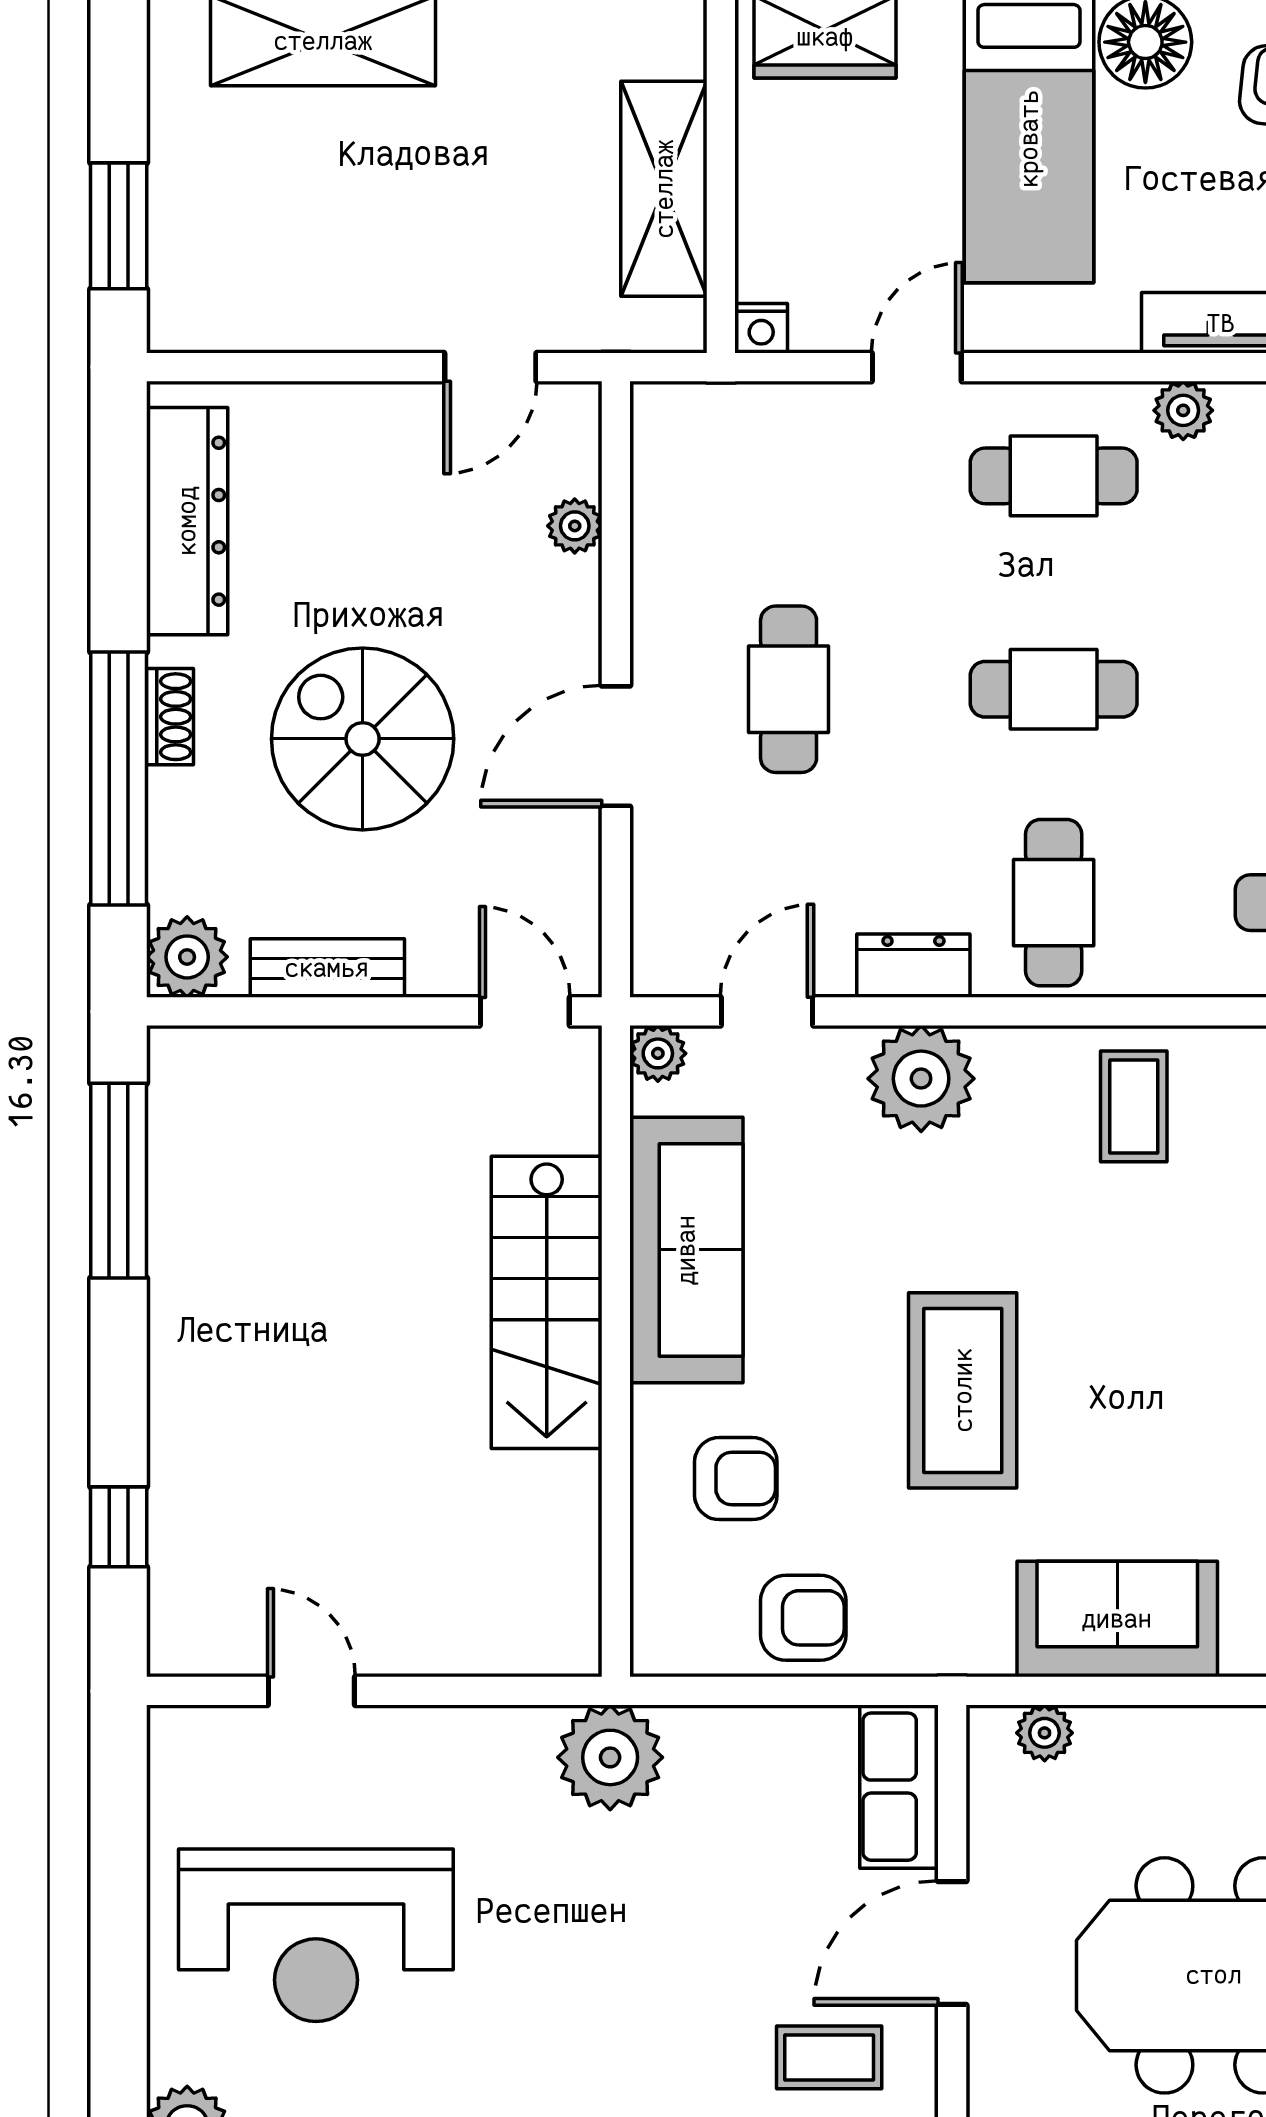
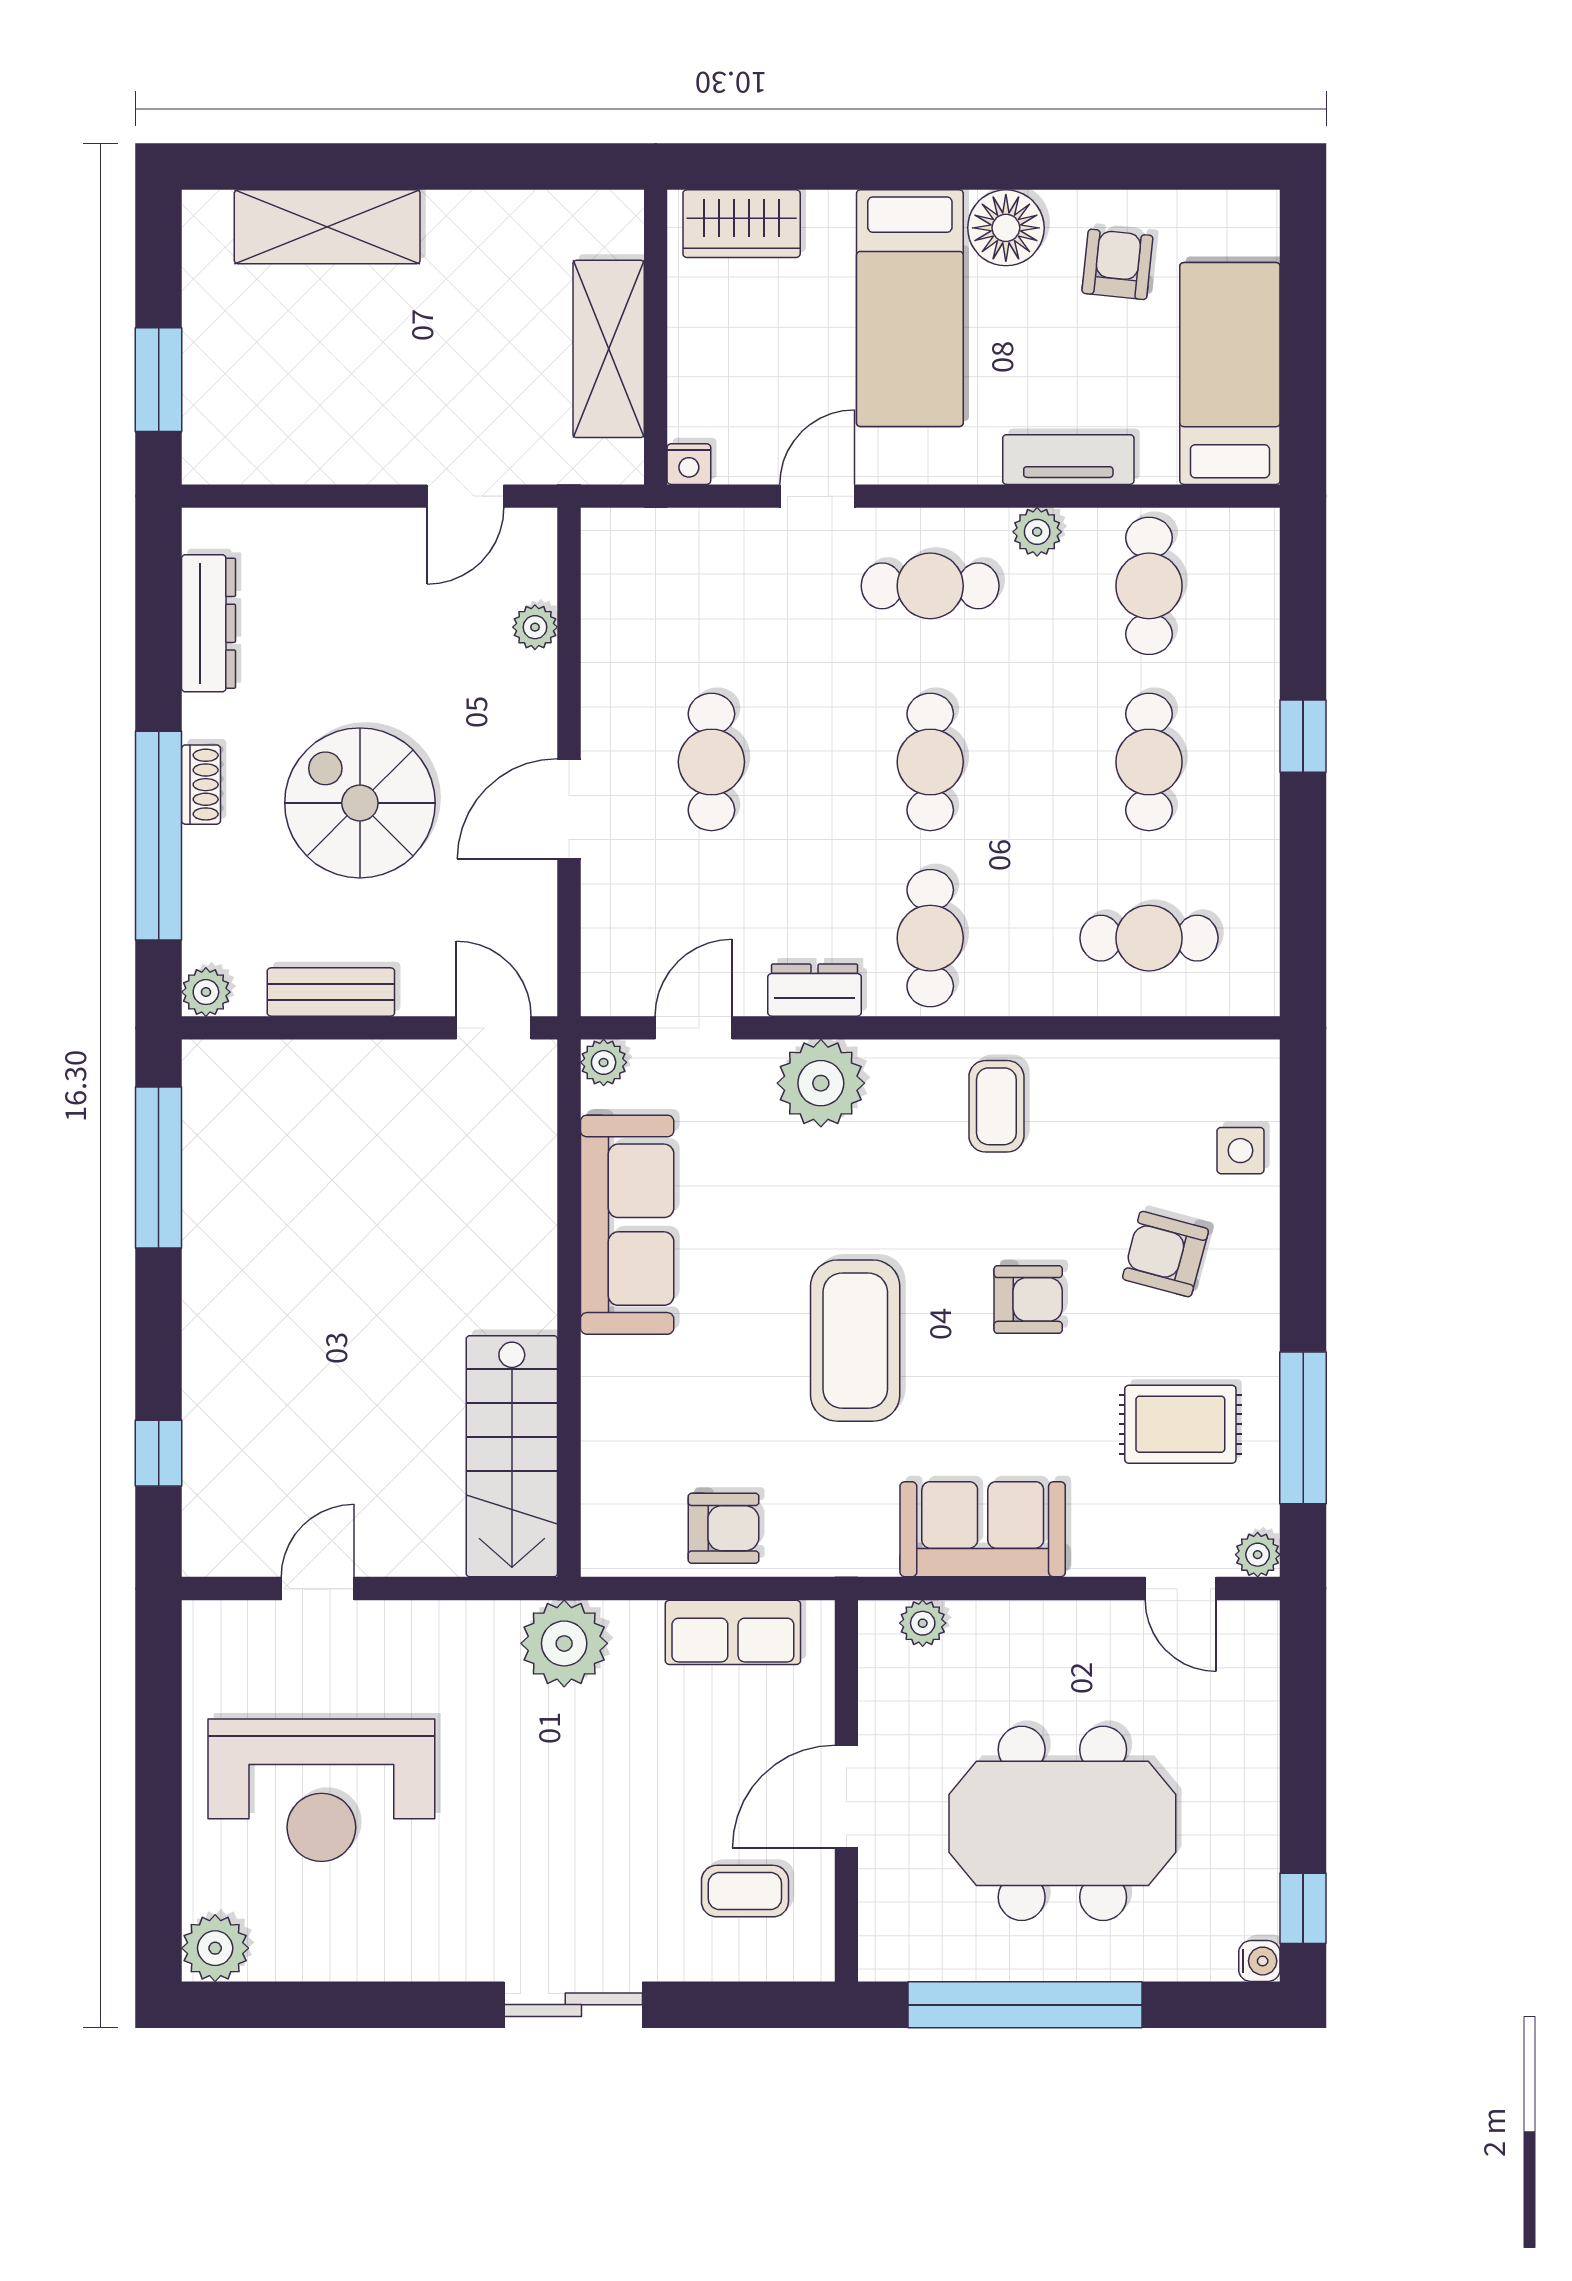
dresser: (187, 521) -> (209, 623), width x0.73, depth x0.80
cafe table: (1054, 689) -> (930, 762), turned 90
plant: (187, 957) -> (206, 992), width x0.73, depth x0.73
stairs: (547, 1302) -> (512, 1456), moved
armchair: (736, 1479) -> (1028, 1299), moved
door: (311, 1691) -> (318, 1589), hinge flipped
row of seats: (899, 1787) -> (733, 1632), moved, turned -90

